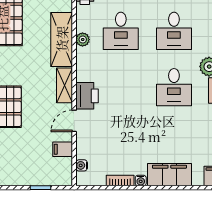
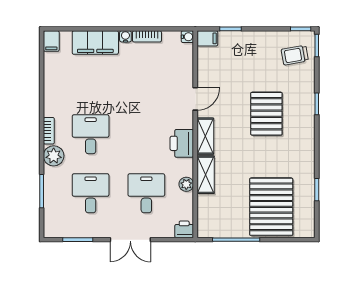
shelving: (62, 39) -> (206, 175), width x0.67, depth x0.75
printer: (87, 96) -> (182, 143), moved
filing cabinet: (63, 149) -> (207, 38), moved
water cooler: (82, 165) -> (187, 37), moved

